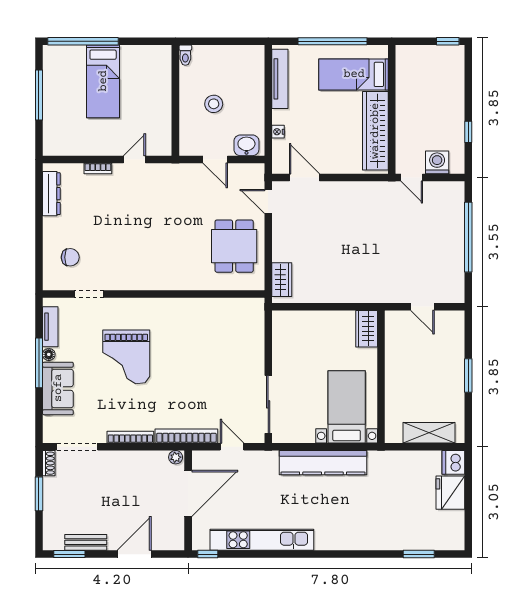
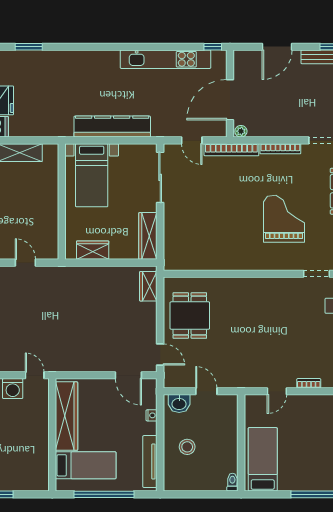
bed: (103, 81) -> (263, 459), moved
stool: (214, 104) -> (187, 447), moved
wardrobe: (367, 329) -> (93, 250), moved, turned -90
wardrobe: (282, 337) -> (148, 236), added

